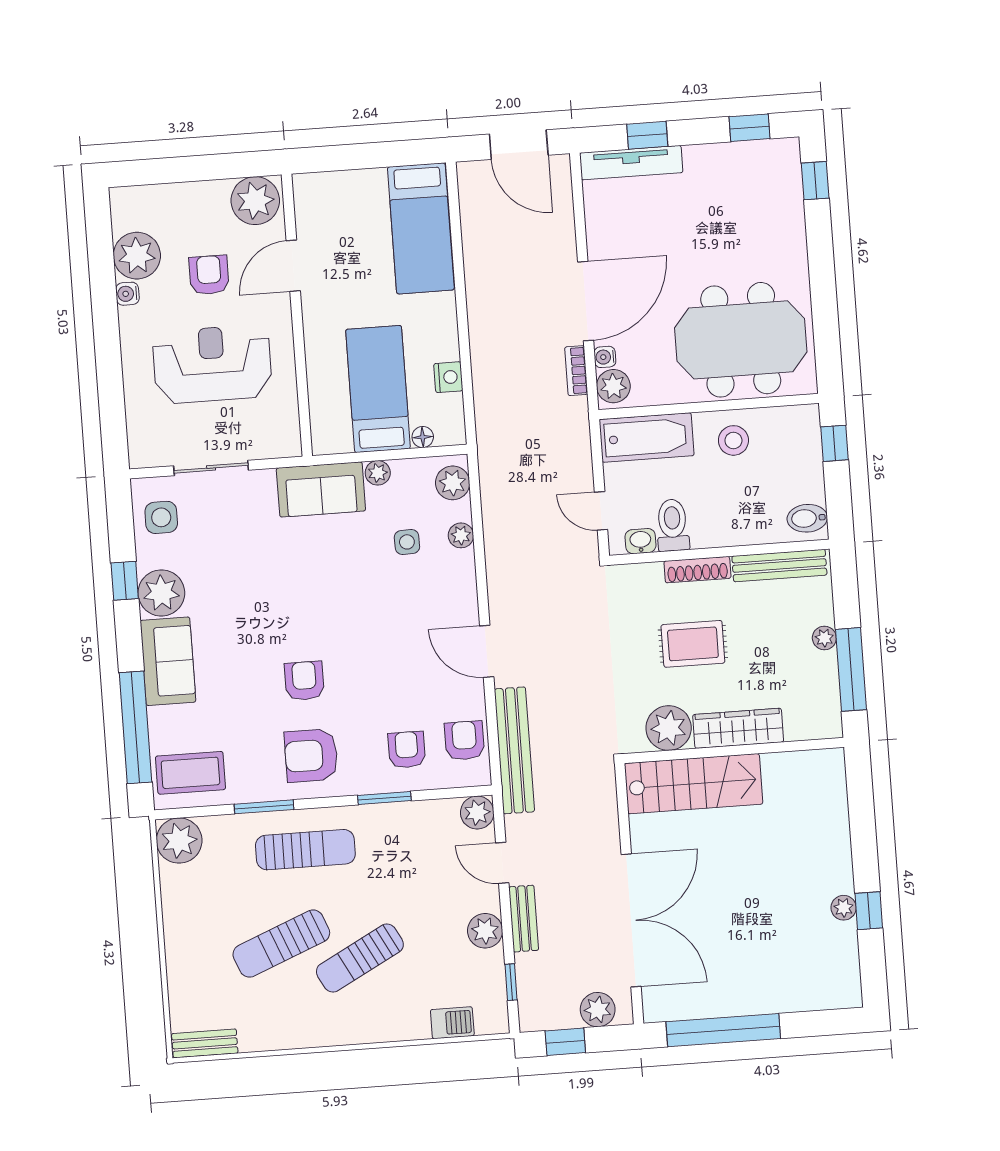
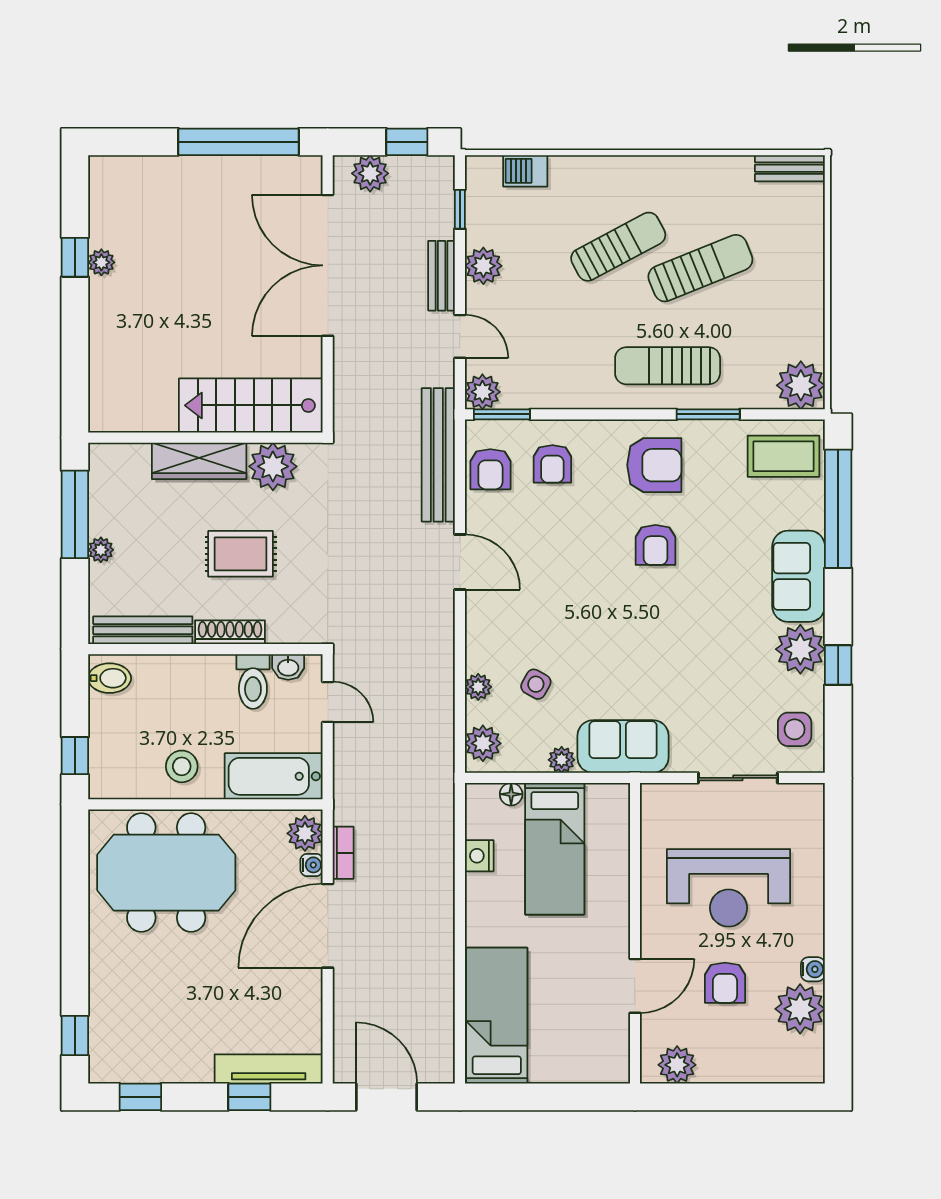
plant: (255, 201) -> (677, 1065), width x0.73, depth x0.73
side table: (407, 542) -> (536, 684), turned 30
window: (384, 798) -> (502, 414), moved

